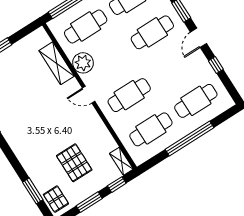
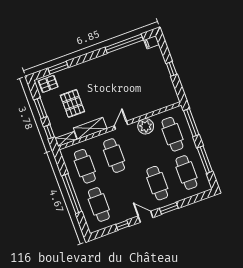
shelving: (57, 63) -> (90, 128), moved
pallet: (74, 163) -> (72, 103), turned 90

